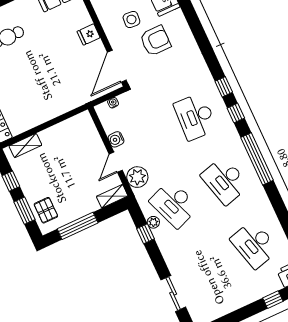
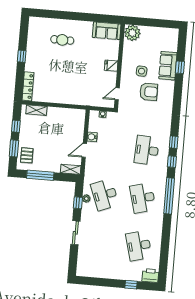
door: (117, 66) -> (117, 94), width x0.53
plant: (137, 177) -> (92, 166), removed
sliding door: (173, 294) -> (75, 233), moved

